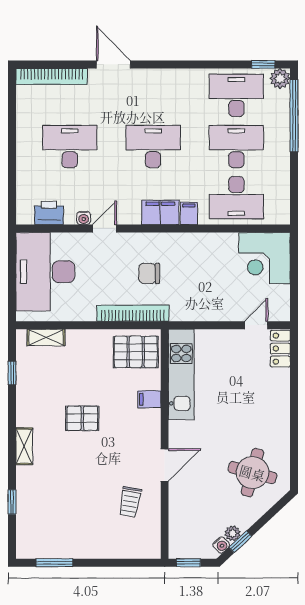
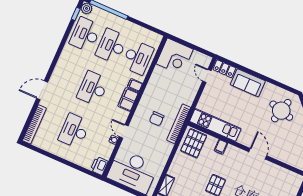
printer: (49, 213) -> (99, 166), moved
bookcase: (133, 313) -> (179, 124), moved
sofa: (274, 397) -> (248, 83), added
trolley: (130, 502) -> (269, 180), removed

